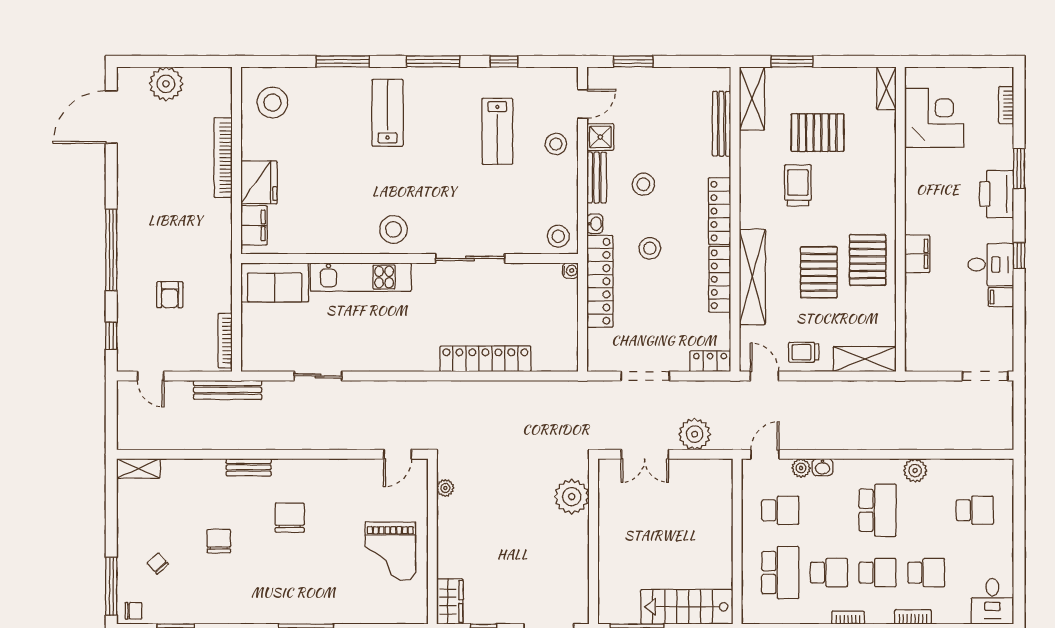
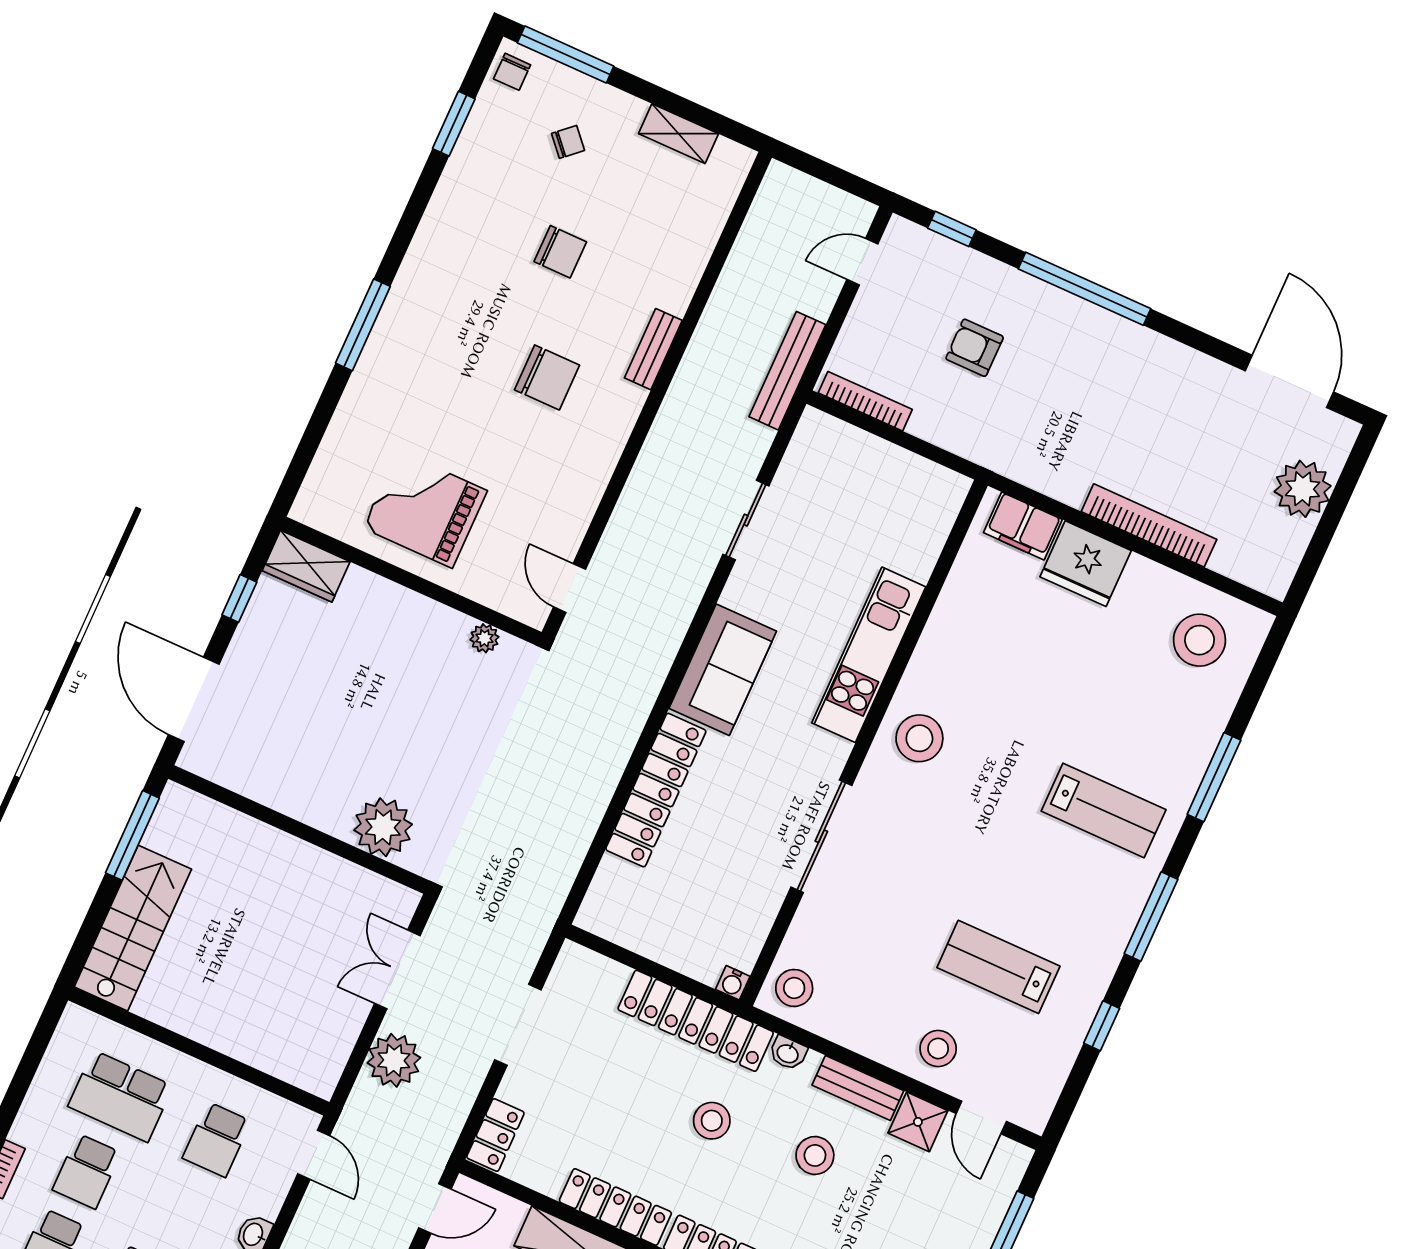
sofa: (275, 282) -> (723, 670), moved, turned 180
shelving: (138, 468) -> (678, 134), moved, turned 90
plant: (801, 468) -> (267, 1201), removed

